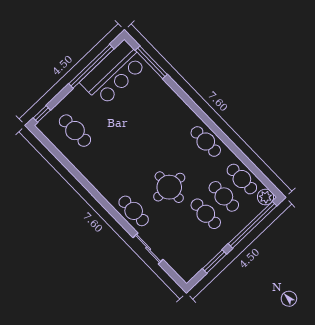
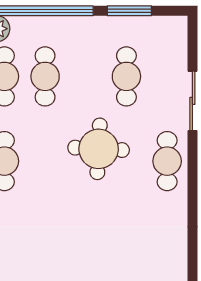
cafe table: (206, 214) -> (126, 76), moved

